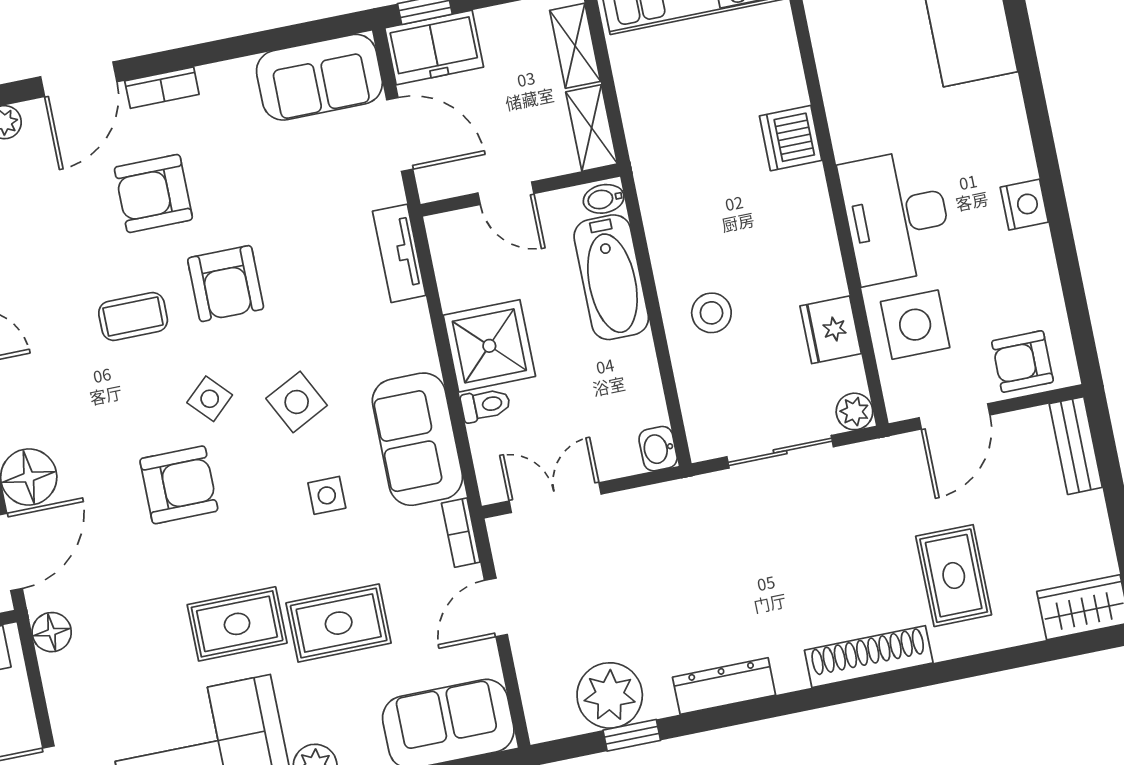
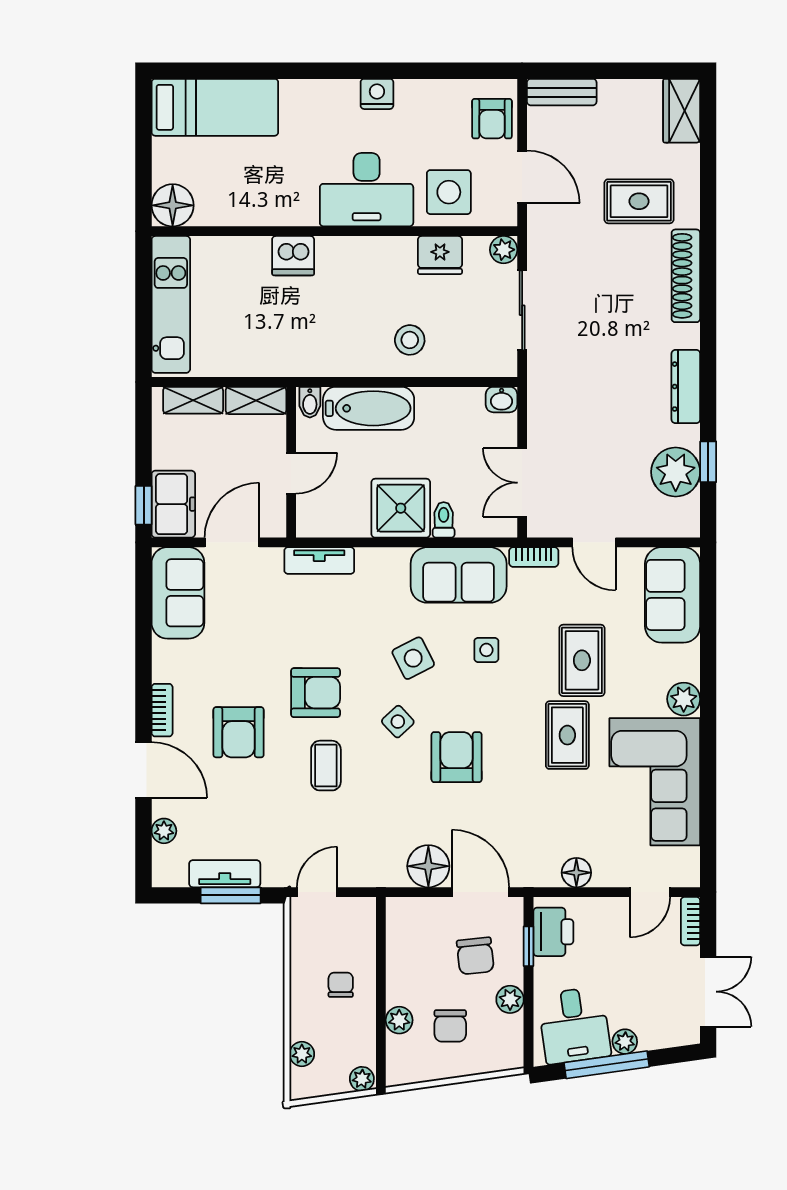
floor lamp: (52, 632) -> (576, 873), moved

